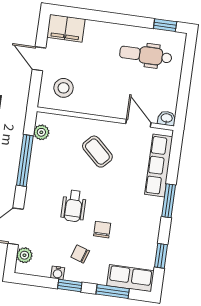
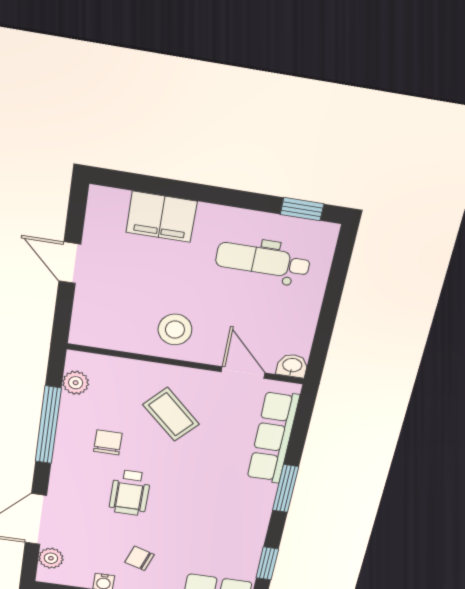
filing cabinet: (66, 28) -> (161, 217), moved
stool: (64, 88) -> (175, 330), moved
chair: (102, 230) -> (108, 442), moved

